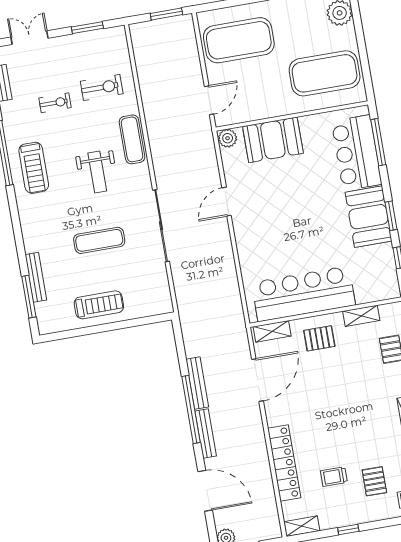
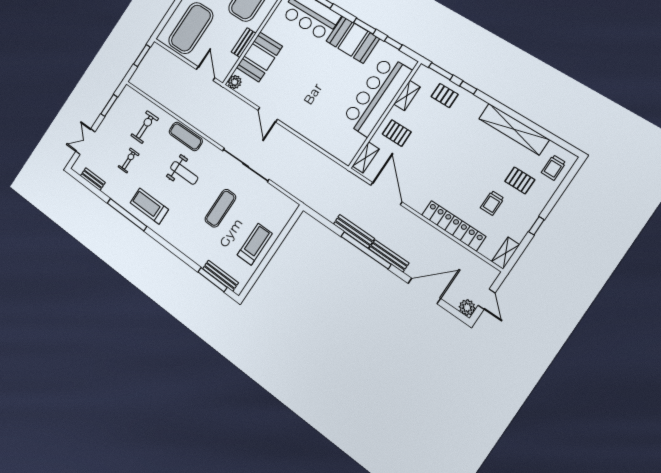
bench: (273, 110) -> (244, 43), added
treadmill: (34, 168) -> (149, 206), turned 180
bench: (36, 277) -> (220, 276), moved
bar counter: (303, 294) -> (377, 96), moved
pallet: (319, 338) -> (397, 133), turned 90

